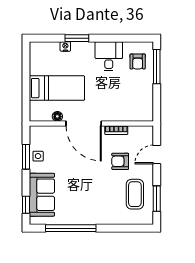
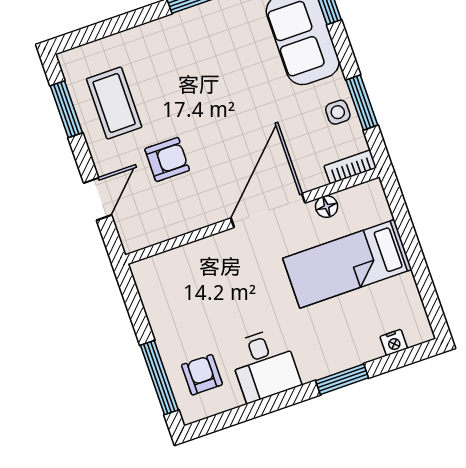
nightstand: (65, 46) -> (394, 342), moved
door: (84, 124) -> (268, 211), hinge flipped
bookcase: (116, 130) -> (350, 167), moved

